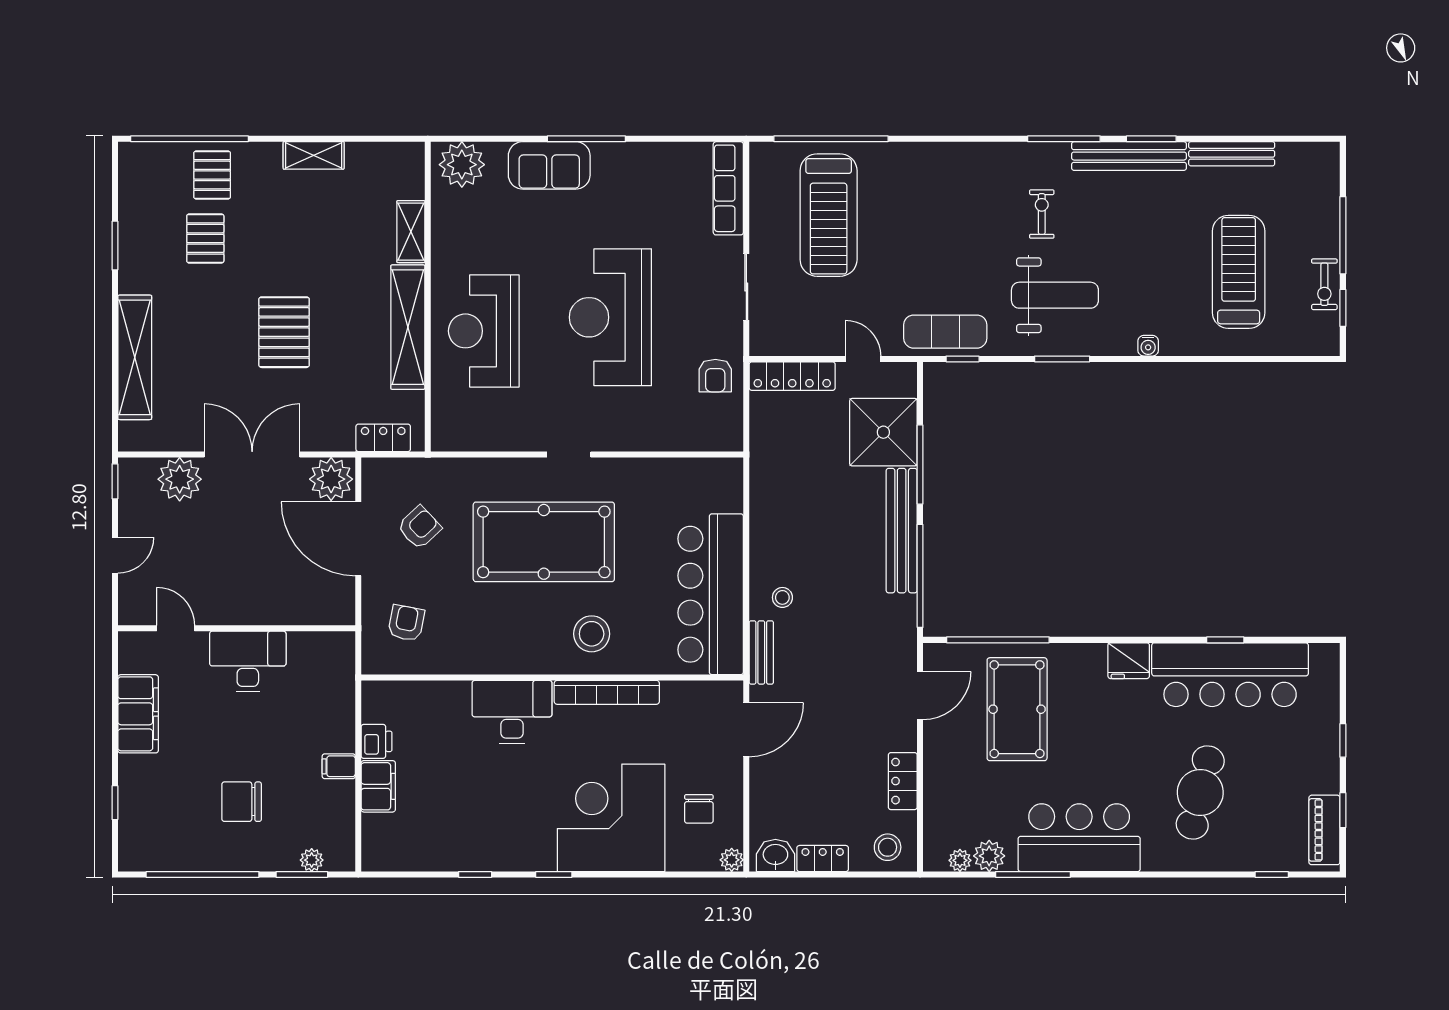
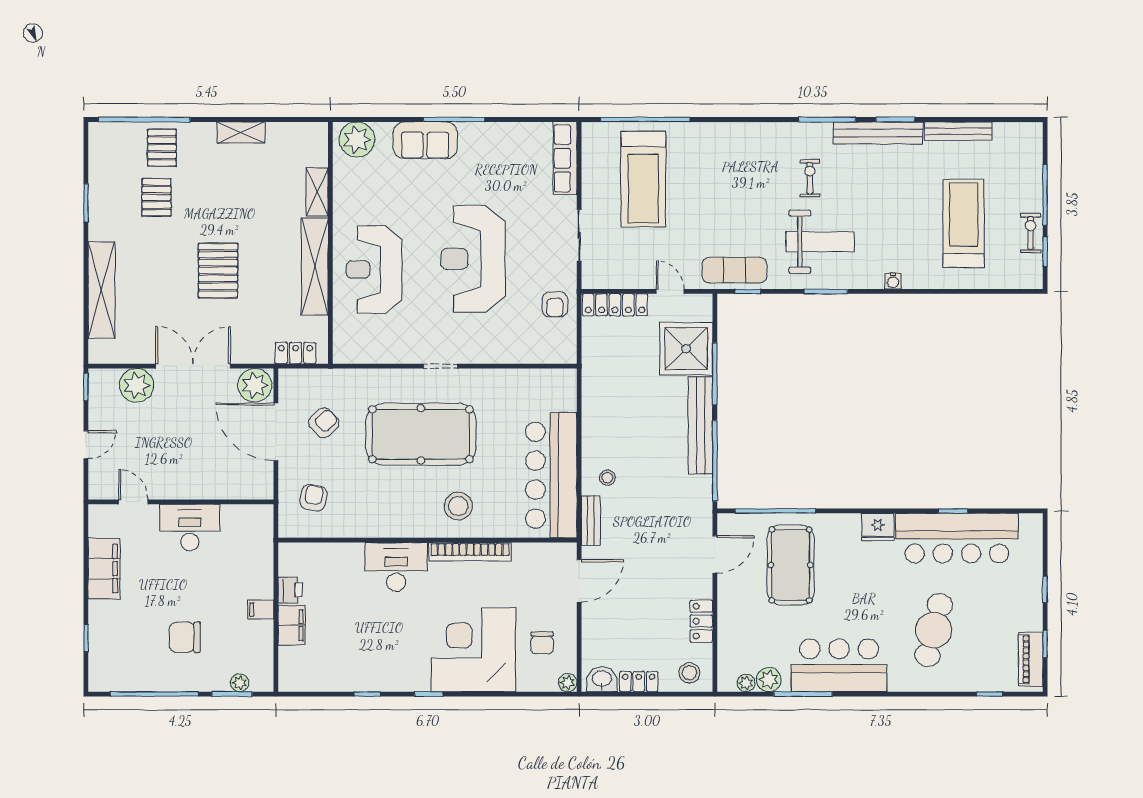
exercise bike: (1324, 284) -> (1031, 233), turned 180

